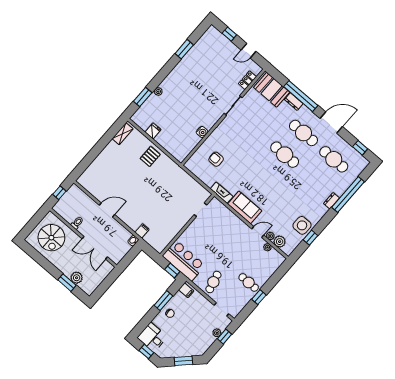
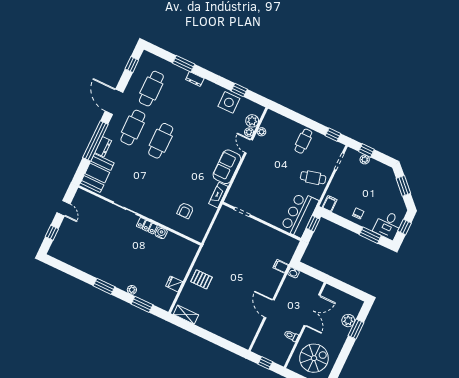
window: (184, 49) -> (104, 286), moved
locker: (247, 80) -> (147, 226), moved
window: (348, 194) -> (184, 64), width x0.47
window: (259, 297) -> (333, 135), moved
window: (163, 301) -> (370, 235), moved

